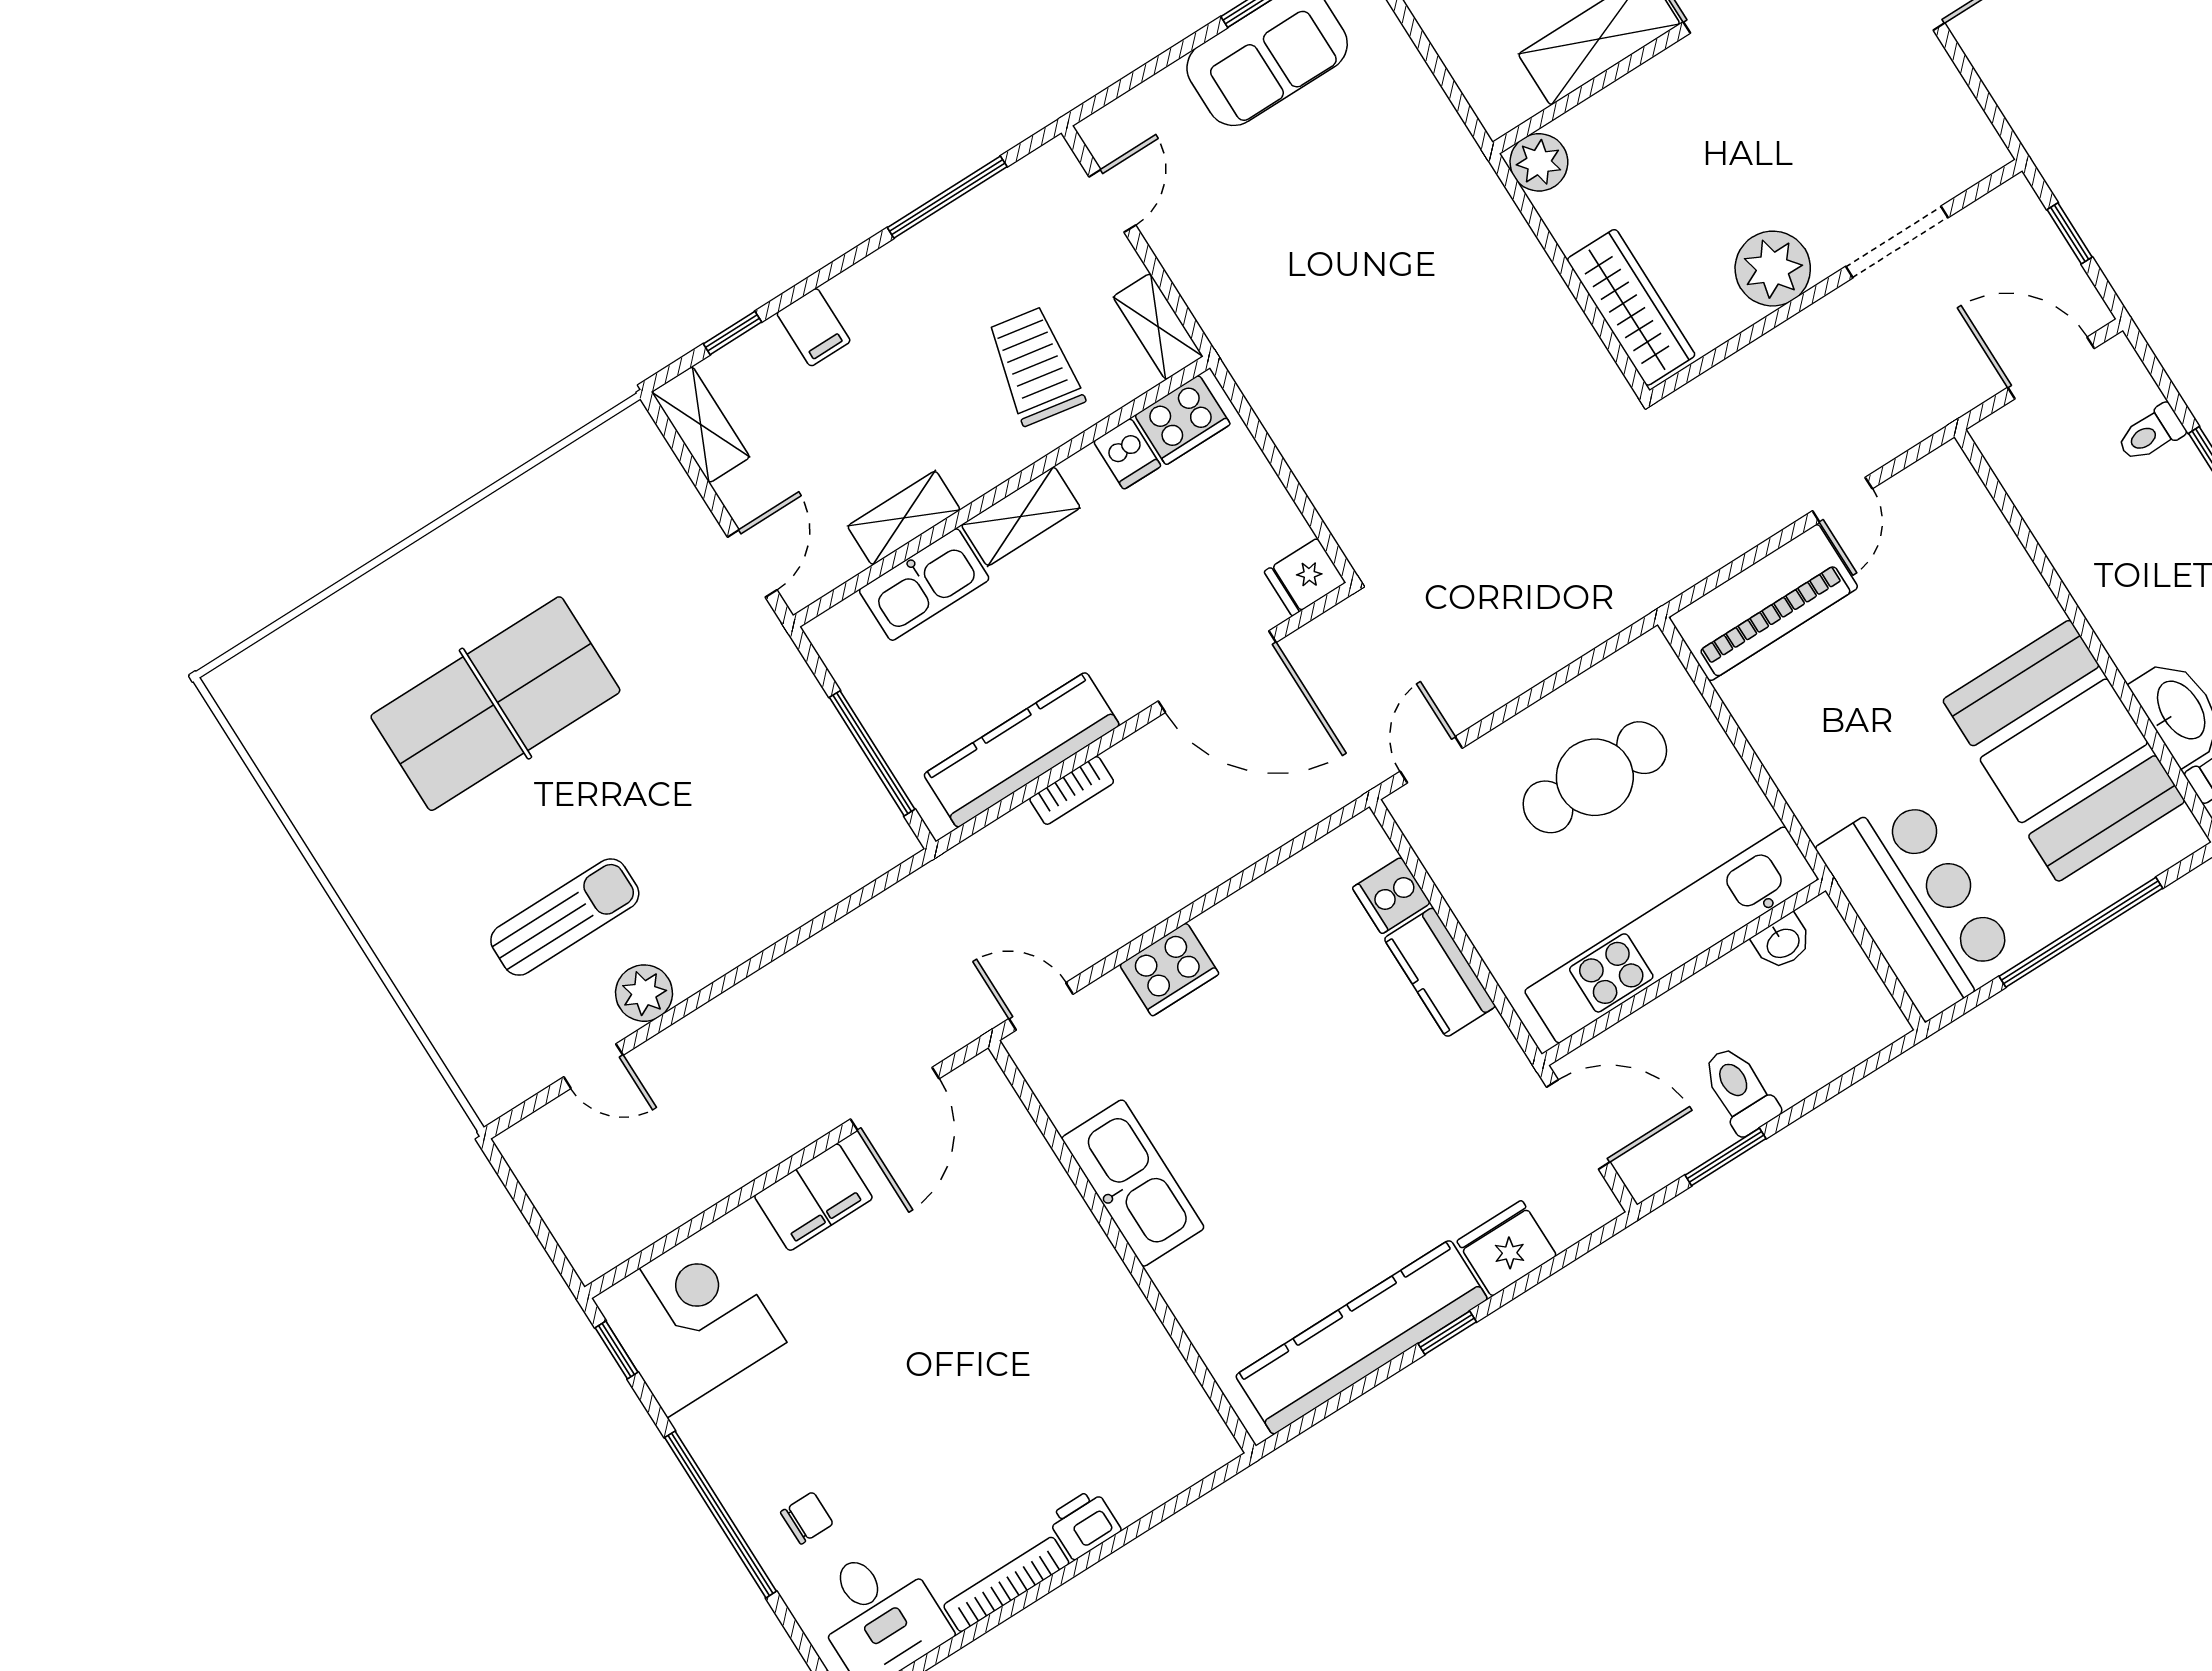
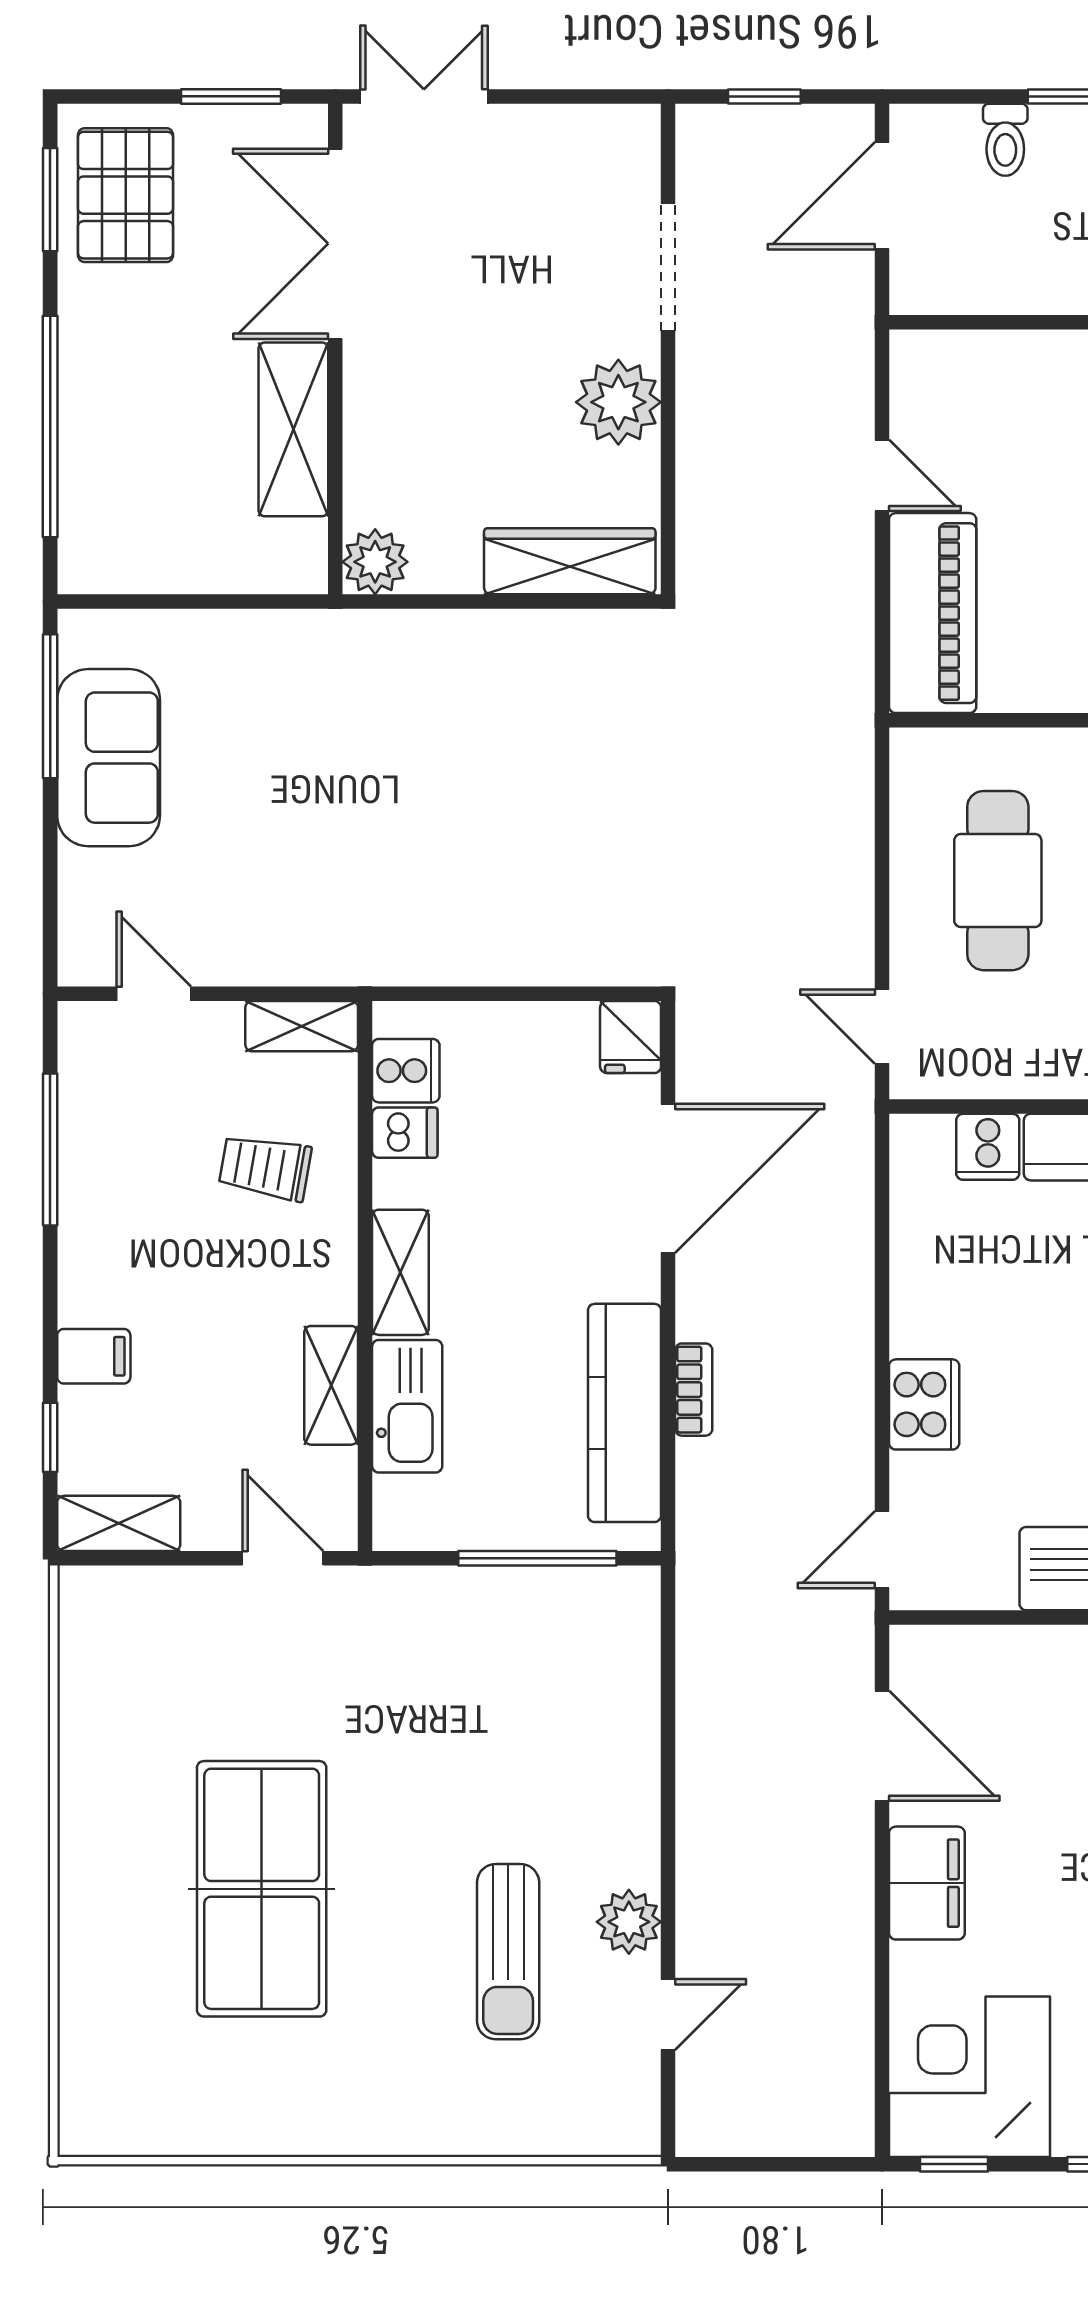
trolley: (1035, 366) -> (265, 1167), width x0.73, depth x0.72
cooker: (1182, 420) -> (406, 1071), width x0.73
sun lounger: (565, 917) -> (508, 1952), turned 180

